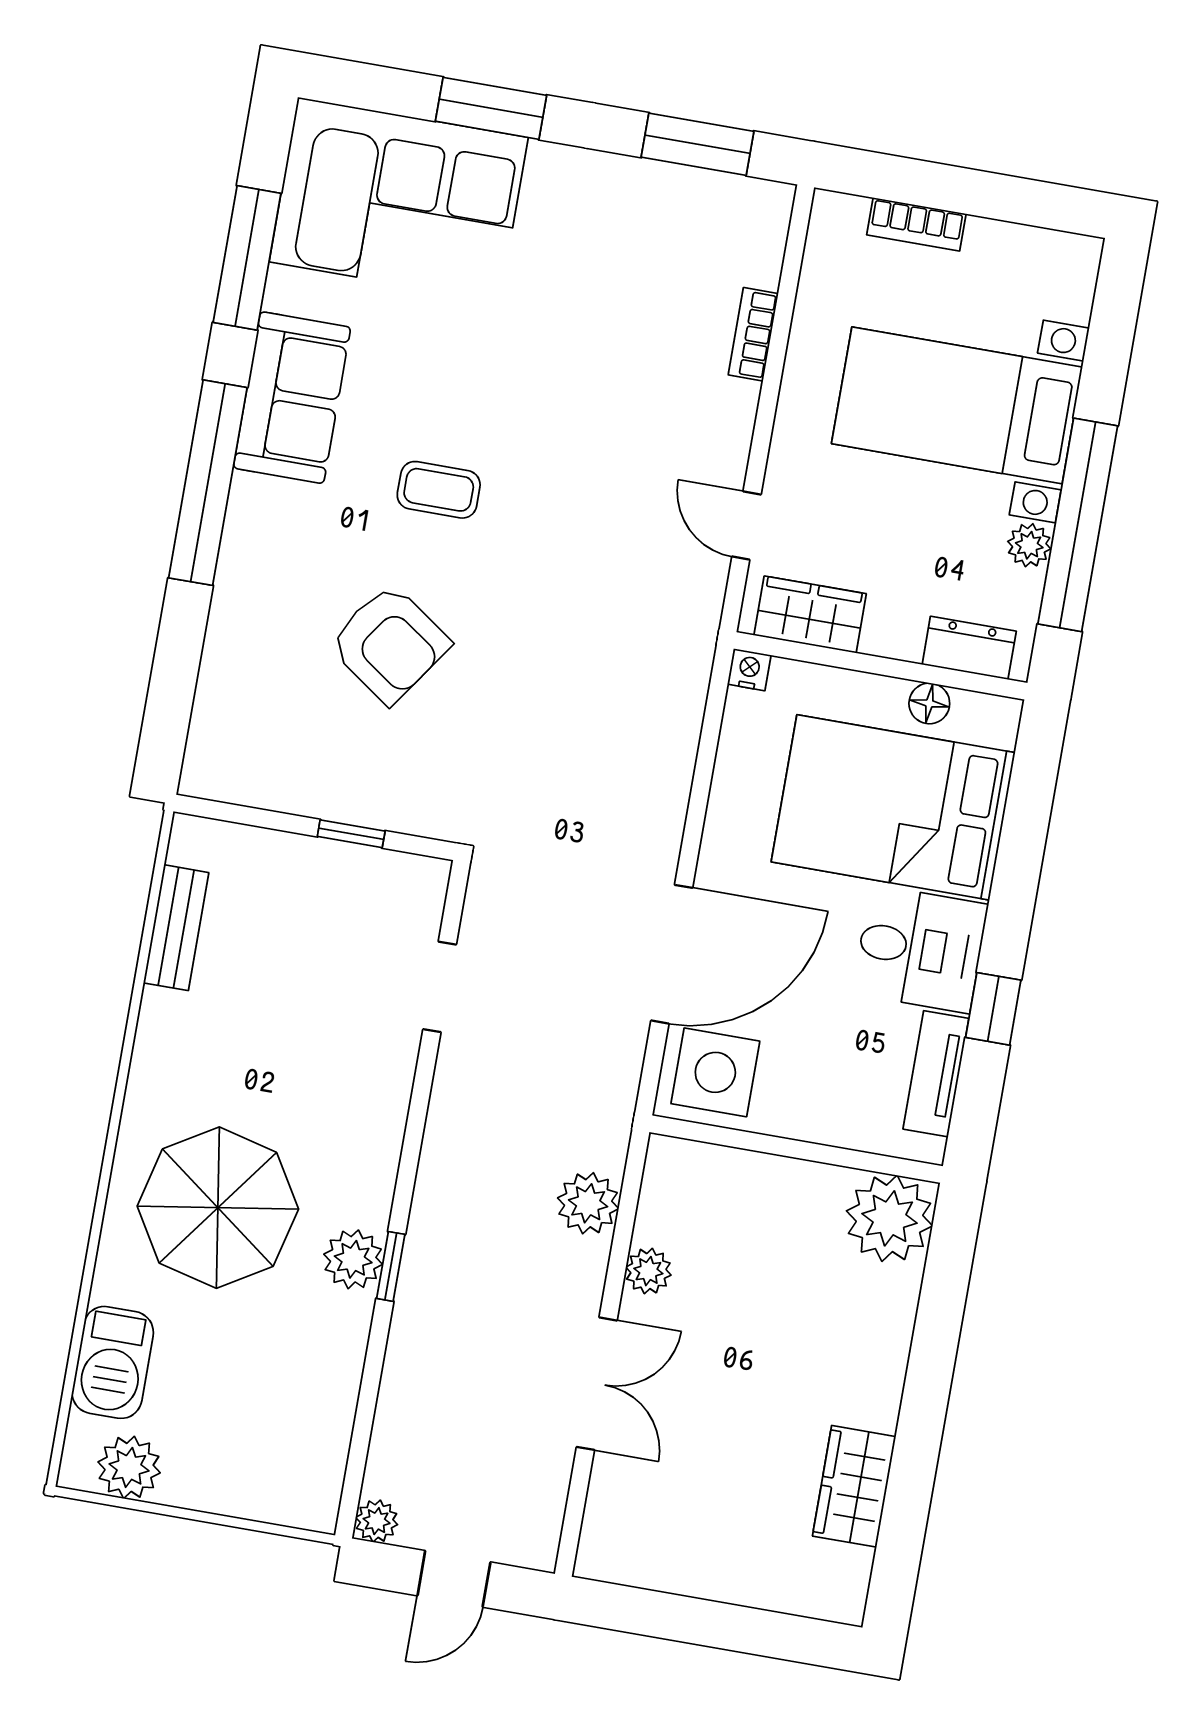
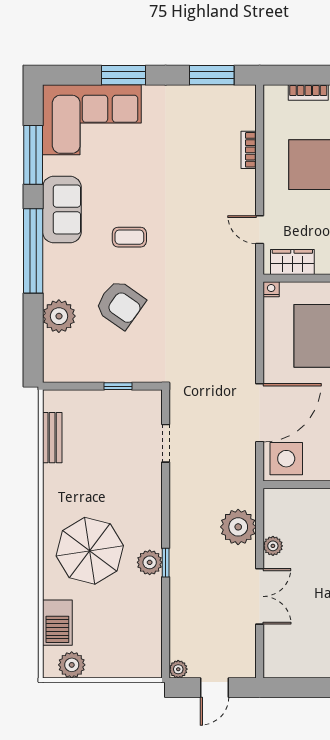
plant: (242, 646) -> (59, 316), added
plant: (588, 1203) -> (238, 527), width x1.36, depth x1.36

